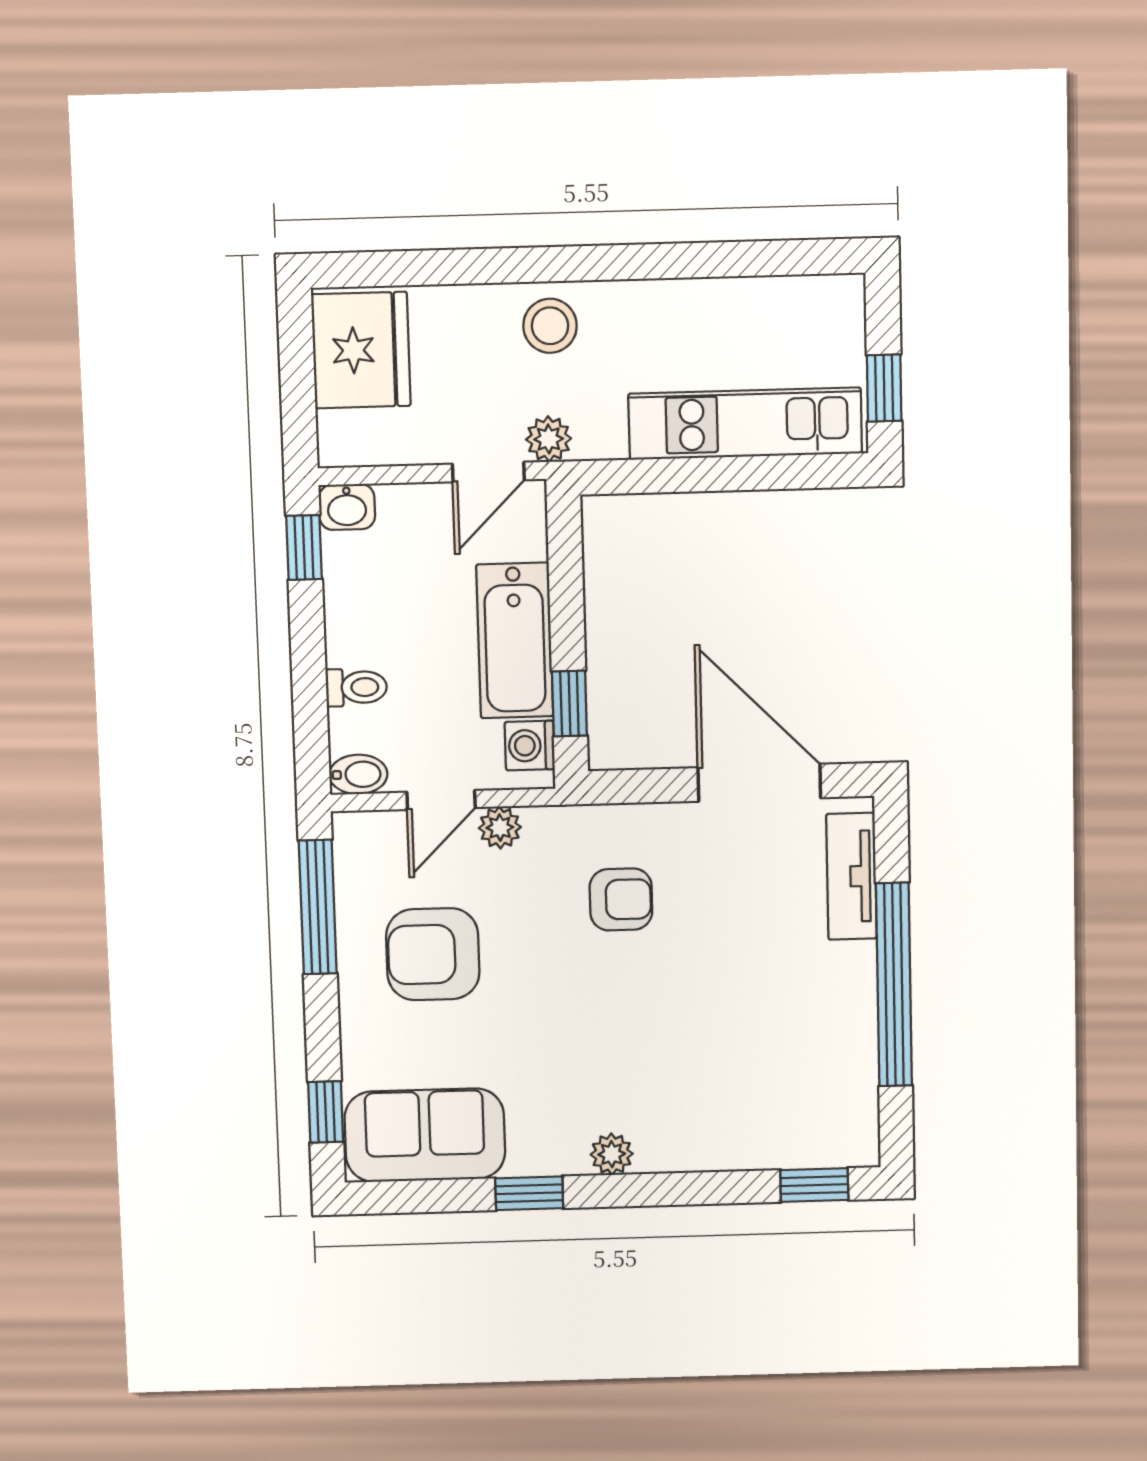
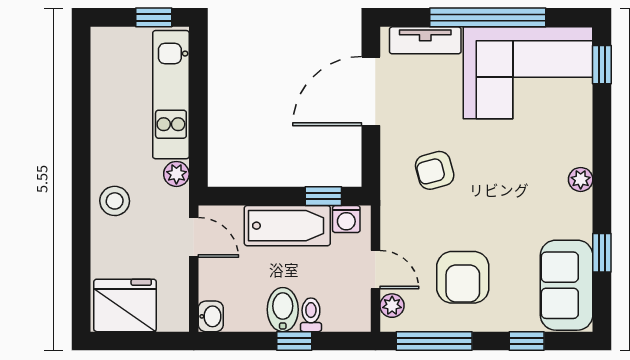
plant: (549, 439) -> (176, 174), moved
window: (304, 547) -> (294, 341), moved
bidet: (358, 774) -> (283, 310), moved, width x1.38, depth x1.36
plant: (500, 828) -> (392, 306), moved
armchair: (621, 899) -> (435, 170), turned -105
corner sofa: (797, 1058) -> (528, 73), added
window: (326, 1112) -> (527, 341), moved
window: (529, 1193) -> (602, 253), moved

